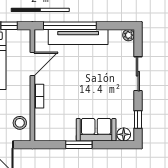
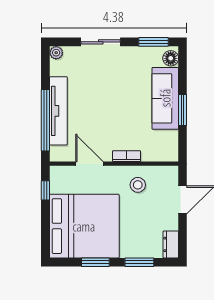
window: (138, 119) -> (153, 42), width x1.50
stool: (20, 123) -> (138, 185), moved
sofa: (96, 130) -> (165, 98), width x1.36

